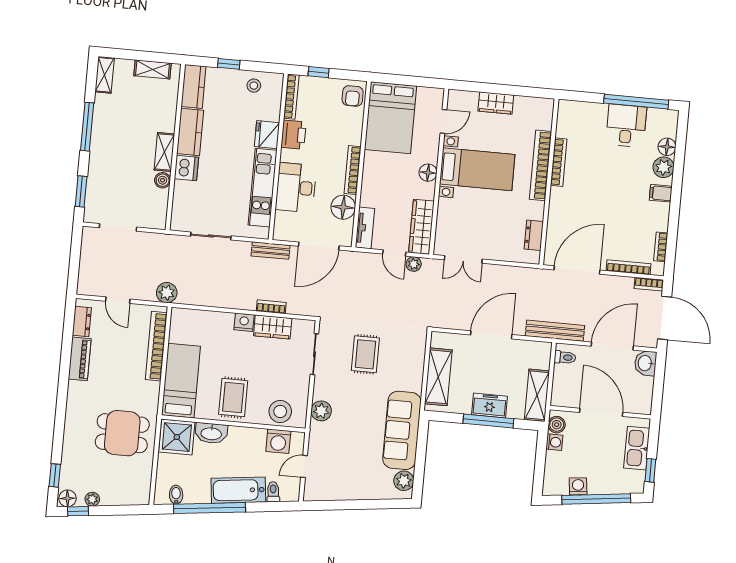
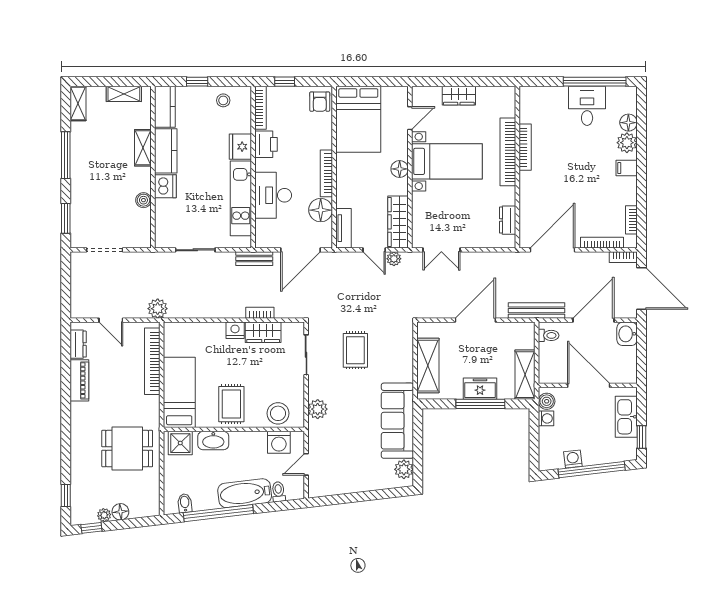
shelving: (164, 152) -> (143, 148), moved
shower: (177, 437) -> (180, 443), width x0.73, depth x0.73
floor lamp: (68, 498) -> (120, 512), moved

